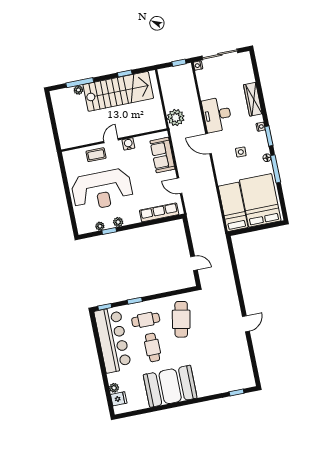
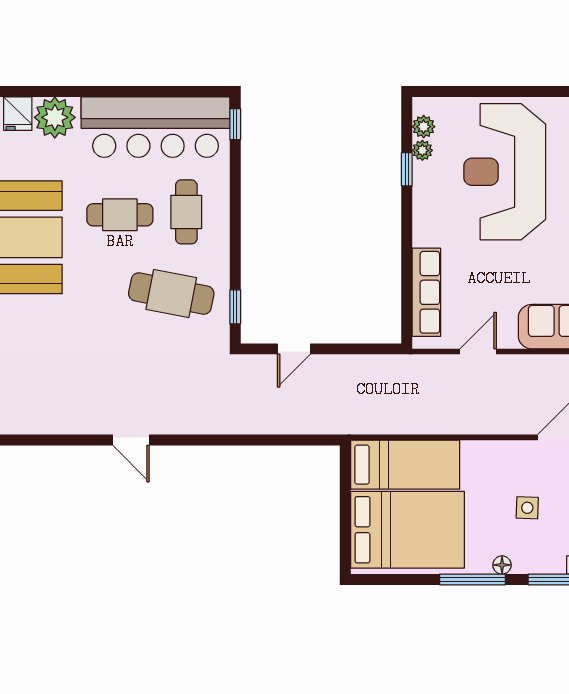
plant: (118, 222) -> (424, 127), moved
window: (135, 301) -> (235, 307), moved
plant: (114, 388) -> (55, 117), width x1.87, depth x1.87

